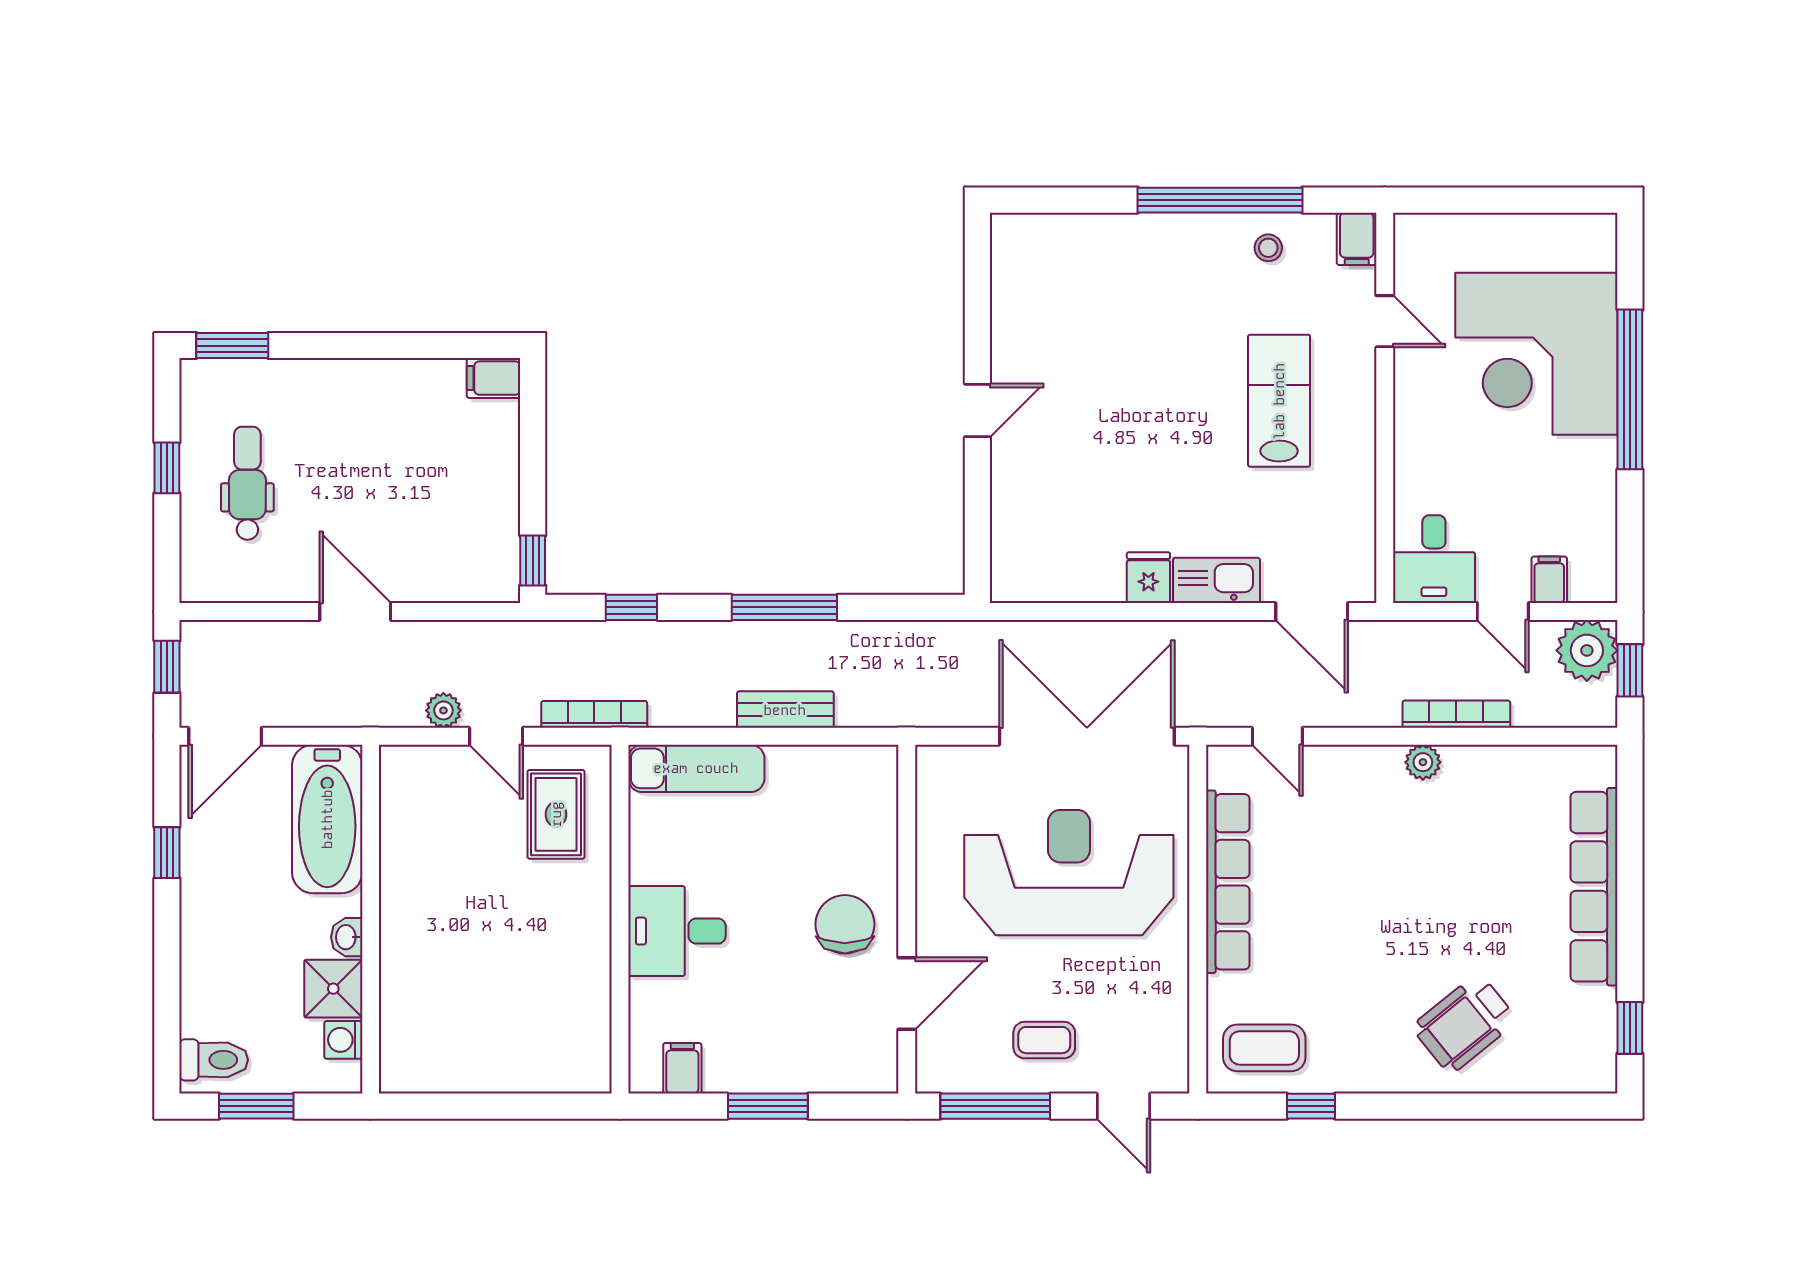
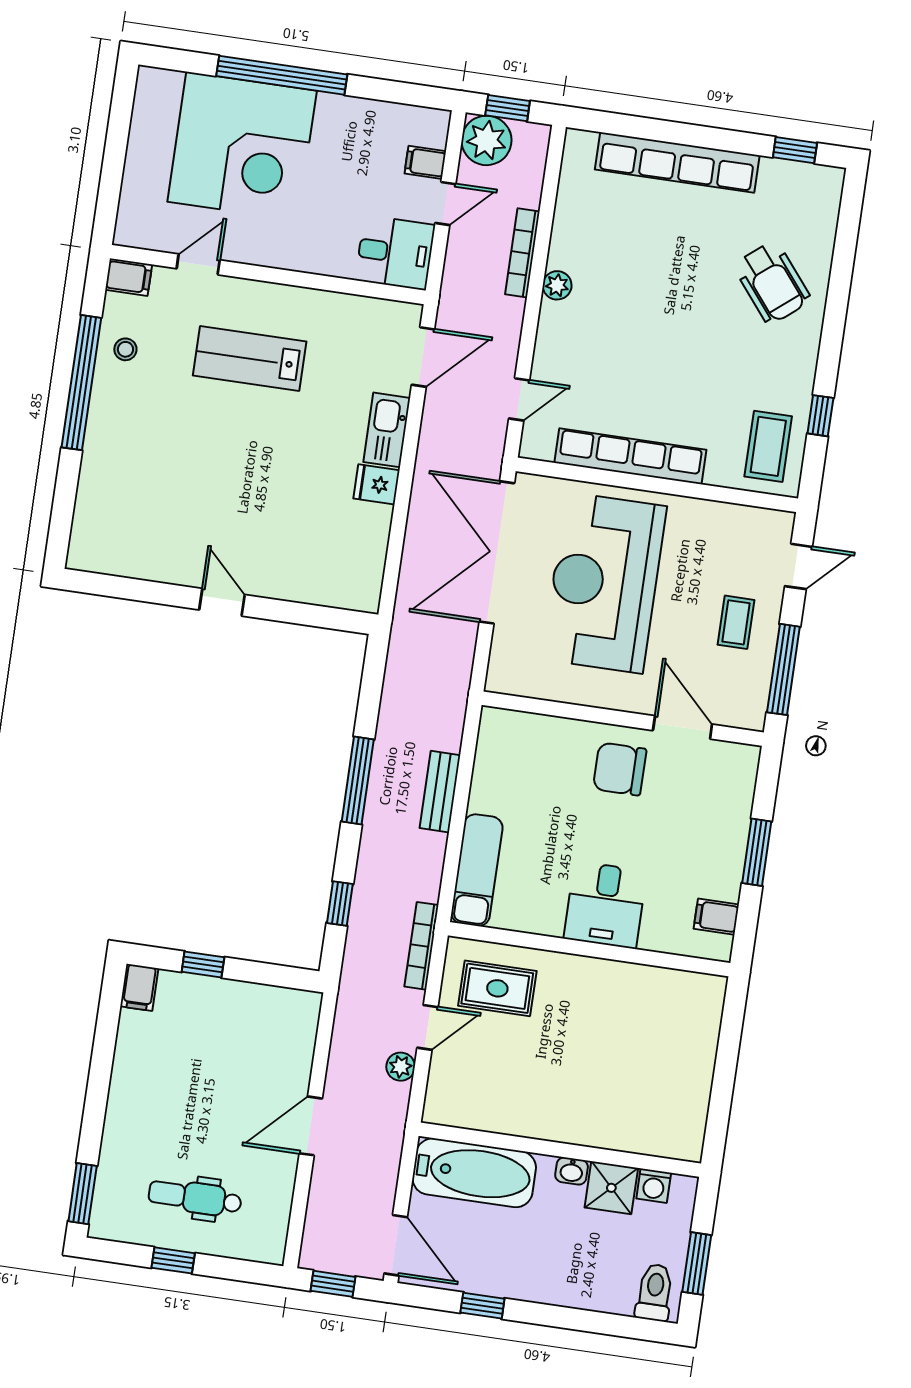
window: (533, 561) -> (203, 965), moved

